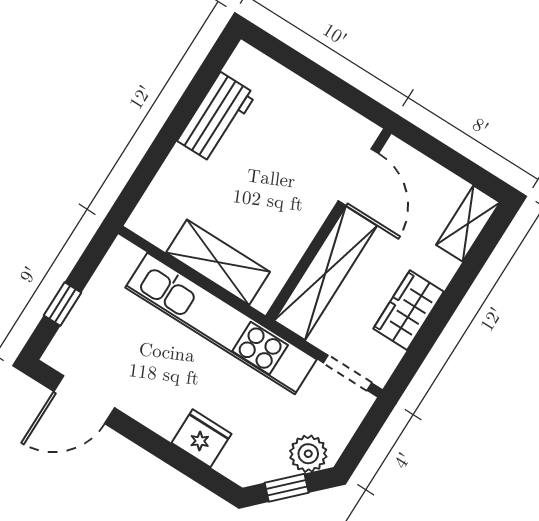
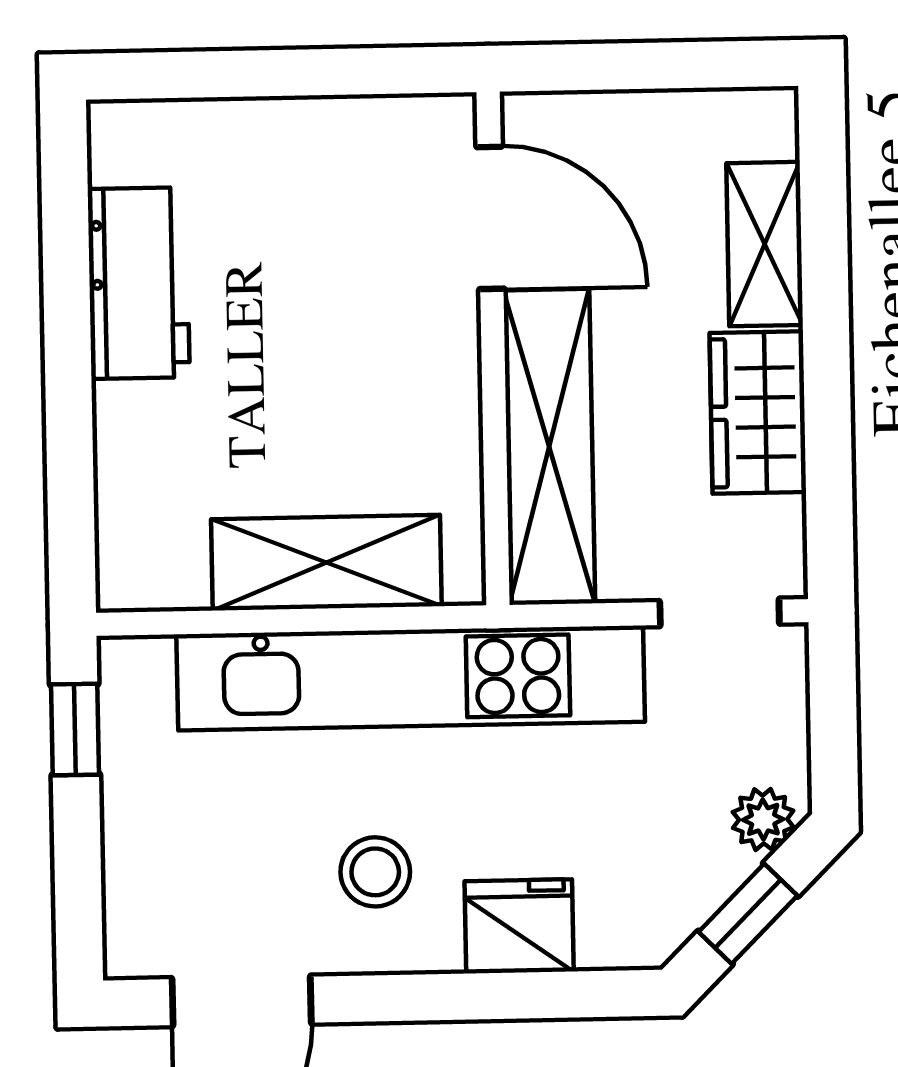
shelving: (468, 224) -> (765, 244), moved
window: (62, 304) -> (75, 730), moved
stool: (163, 385) -> (375, 872), added
plant: (308, 454) -> (763, 819), width x0.73, depth x0.73

